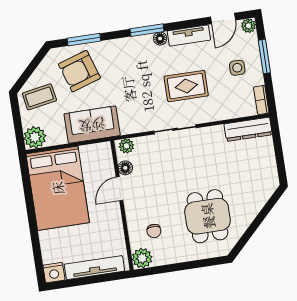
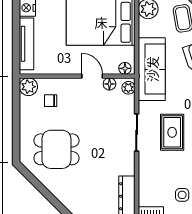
rug: (186, 86) -> (172, 132), moved
sofa: (92, 125) -> (152, 69), width x1.36
floor lamp: (105, 153) -> (125, 68), added

